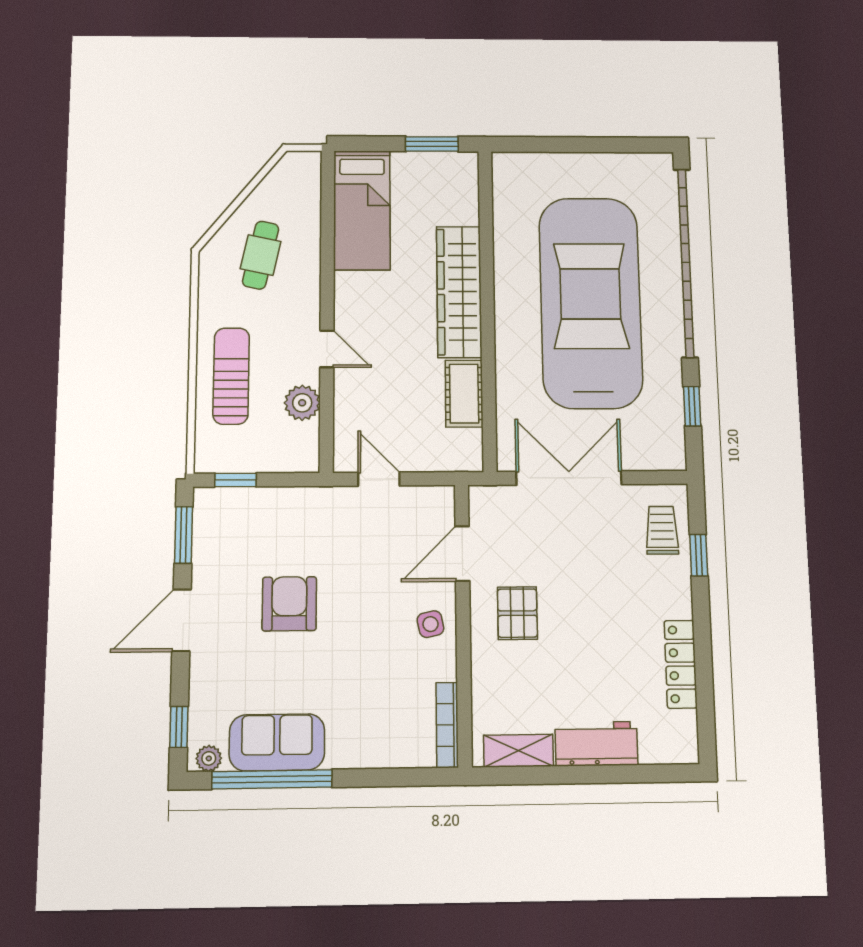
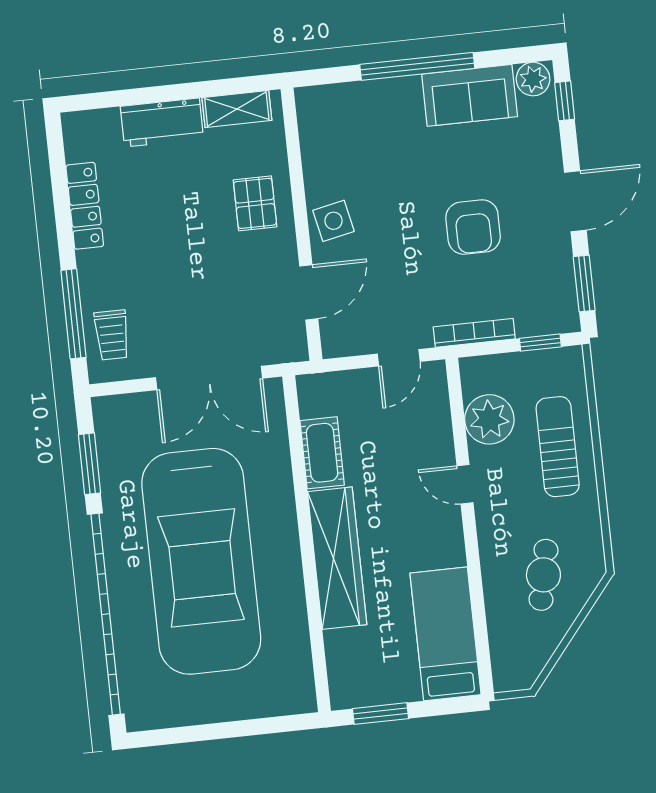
sun lounger: (231, 376) -> (558, 447), turned 180
plant: (302, 403) -> (489, 419), width x1.36, depth x1.36
window: (692, 406) -> (90, 464), width x1.50
door: (379, 479) -> (399, 358), hinge flipped
window: (699, 555) -> (73, 314), width x2.17
pallet: (517, 613) -> (255, 203), moved
side table: (430, 624) -> (333, 221), width x1.37, depth x1.37
bookcase: (447, 725) -> (474, 333), moved, turned -90
plant: (209, 758) -> (533, 79), width x1.38, depth x1.38
window: (272, 779) -> (417, 66), moved

